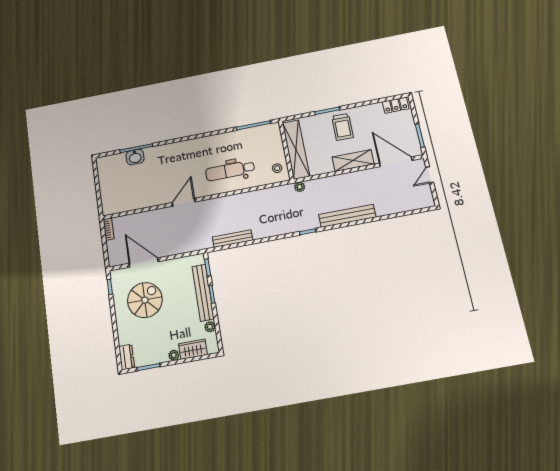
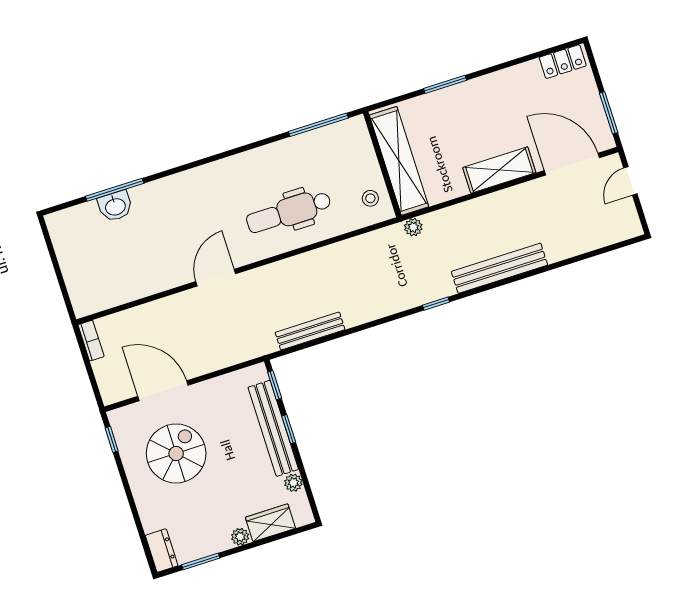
trolley: (343, 127) -> (475, 111), removed

